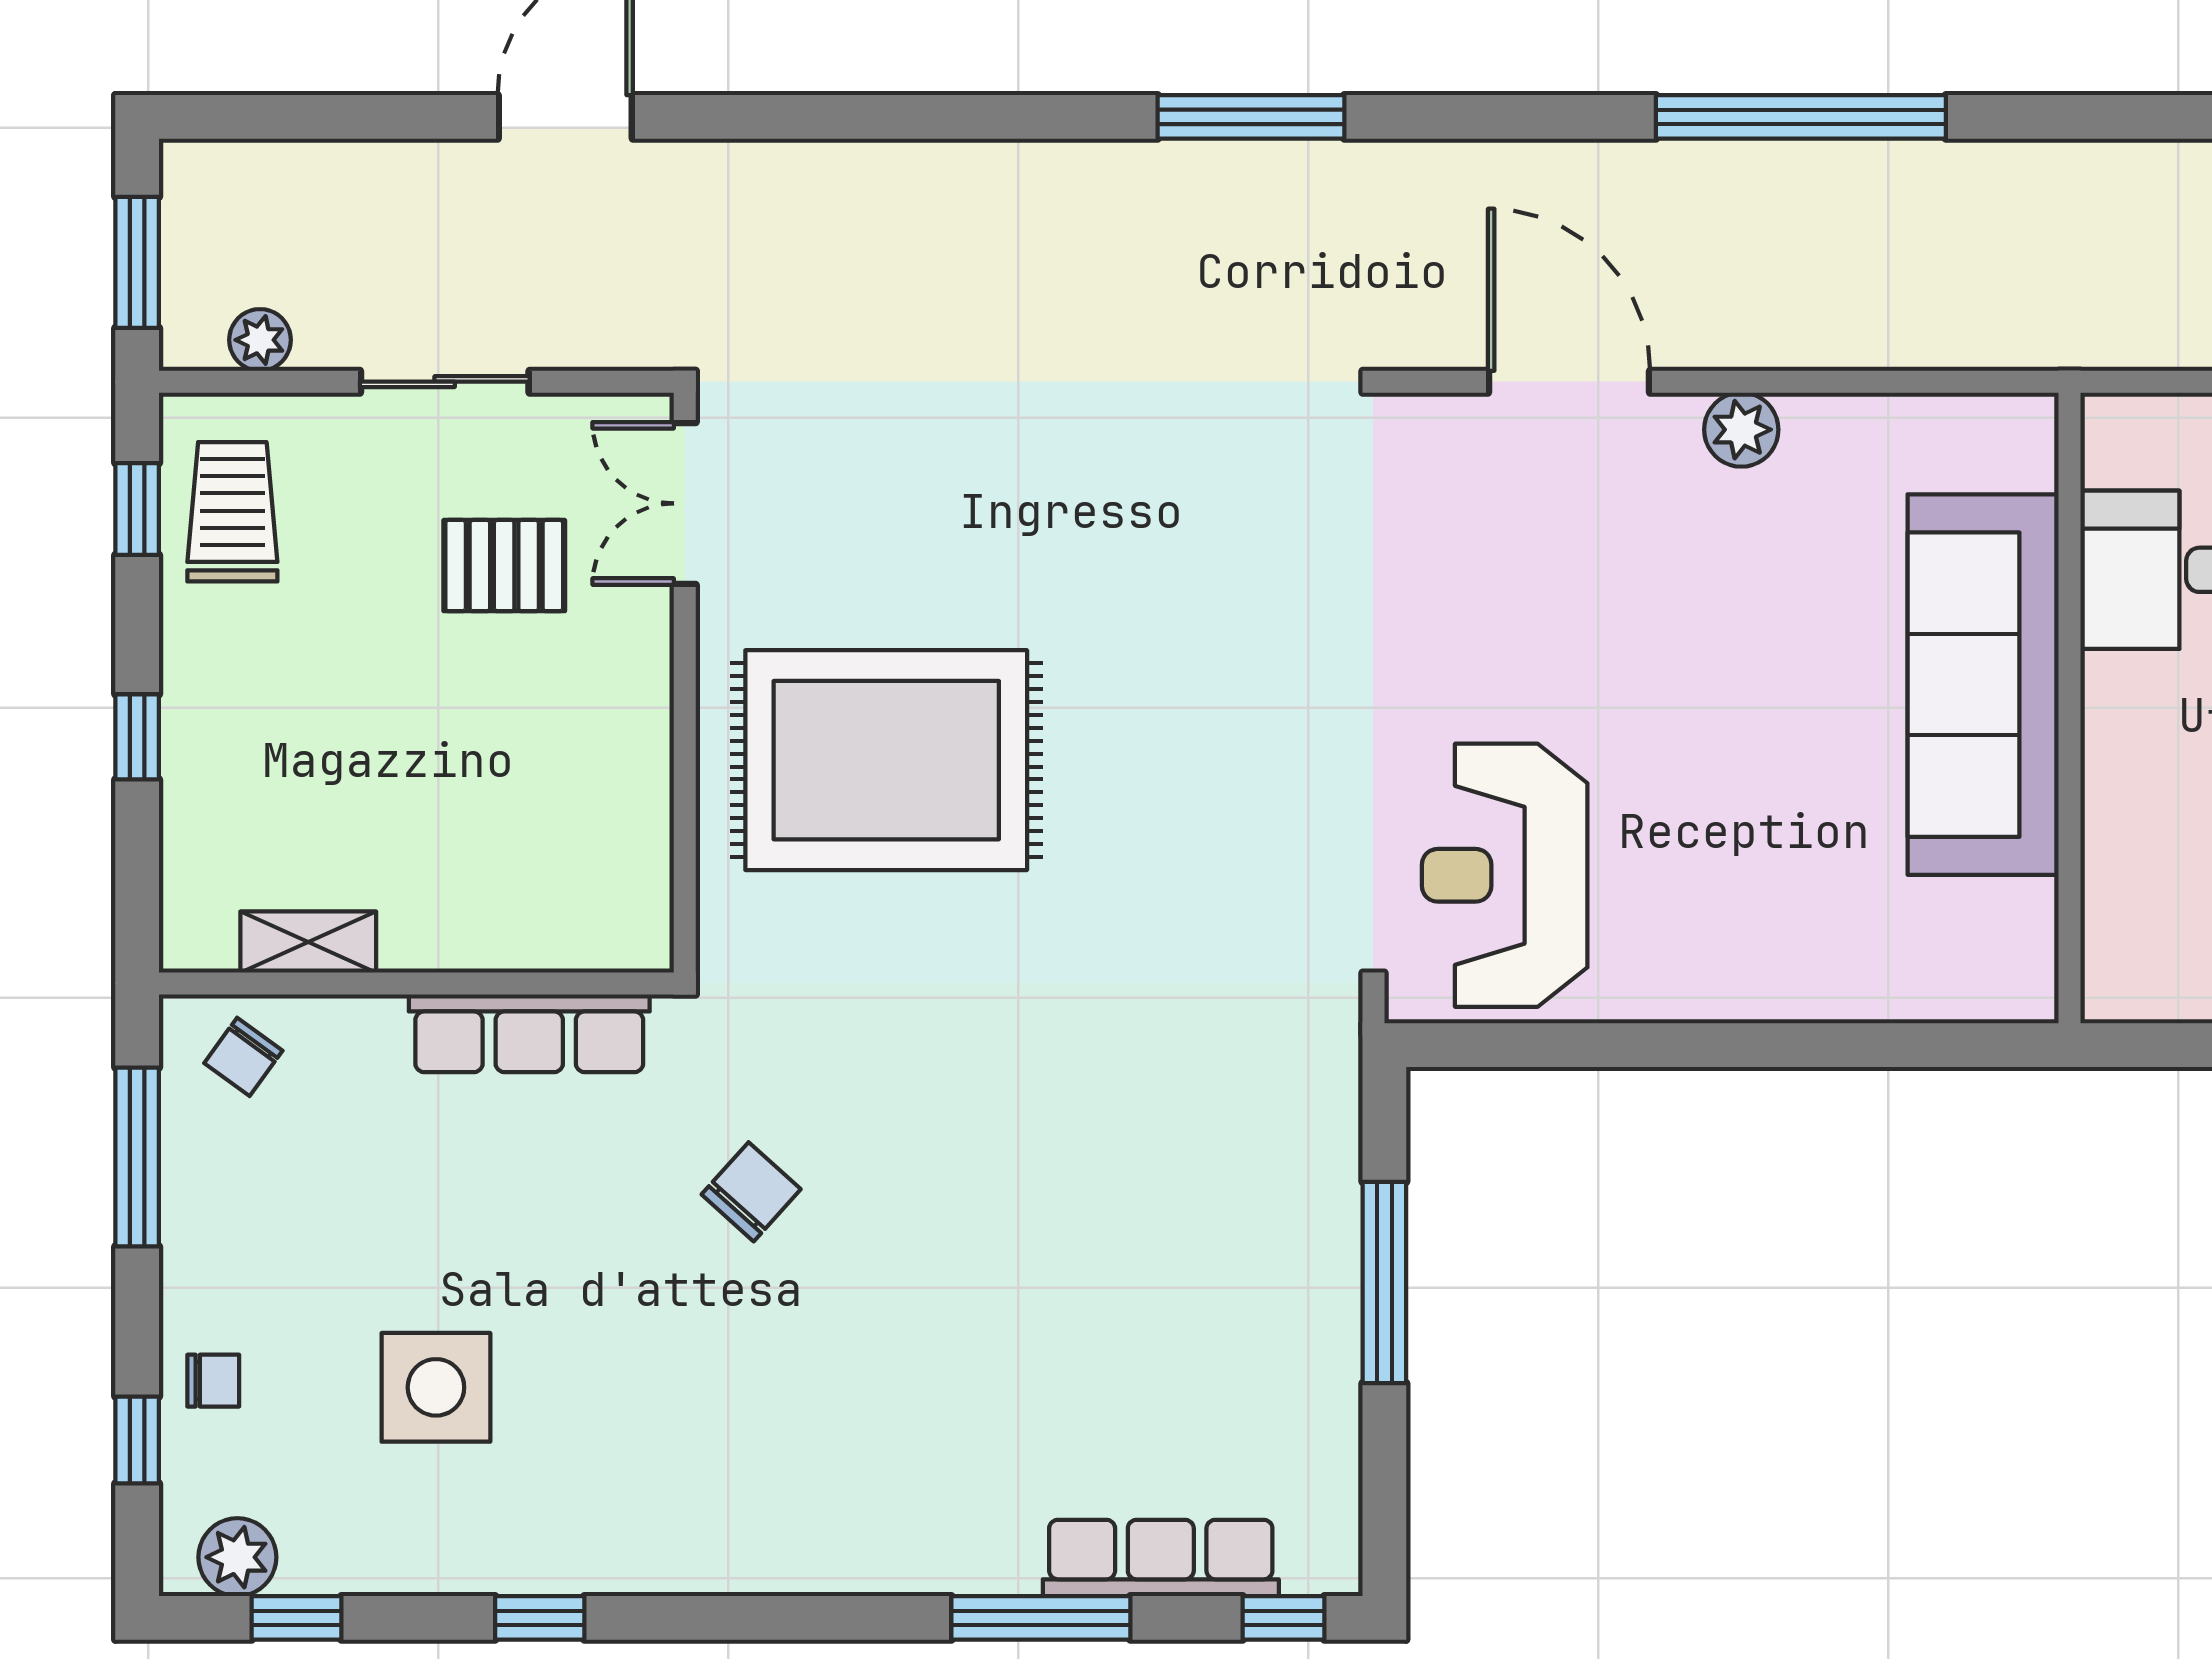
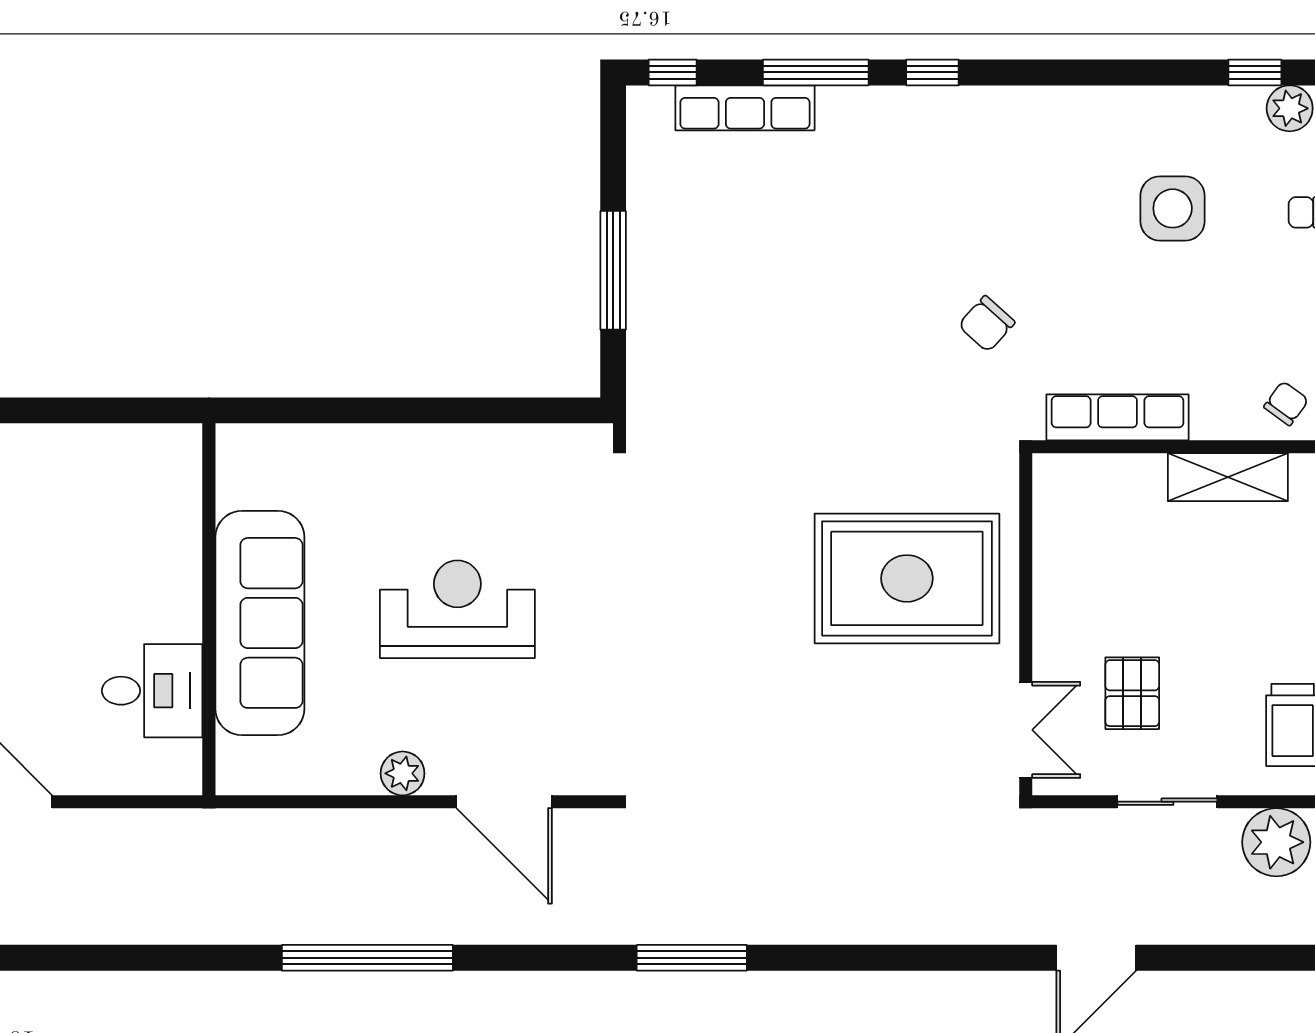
plant: (260, 340) -> (1276, 842), width x1.88, depth x1.88
pallet: (504, 566) -> (1132, 693), turned 90
reception desk: (1505, 875) -> (457, 609), moved, turned -90
shelving: (308, 942) -> (1228, 477), width x1.50, depth x1.33
window: (540, 1618) -> (932, 72), moved

